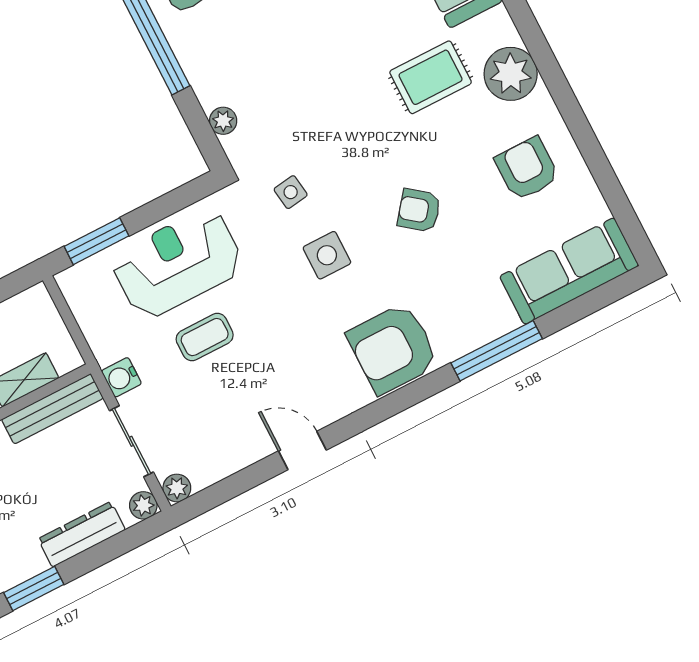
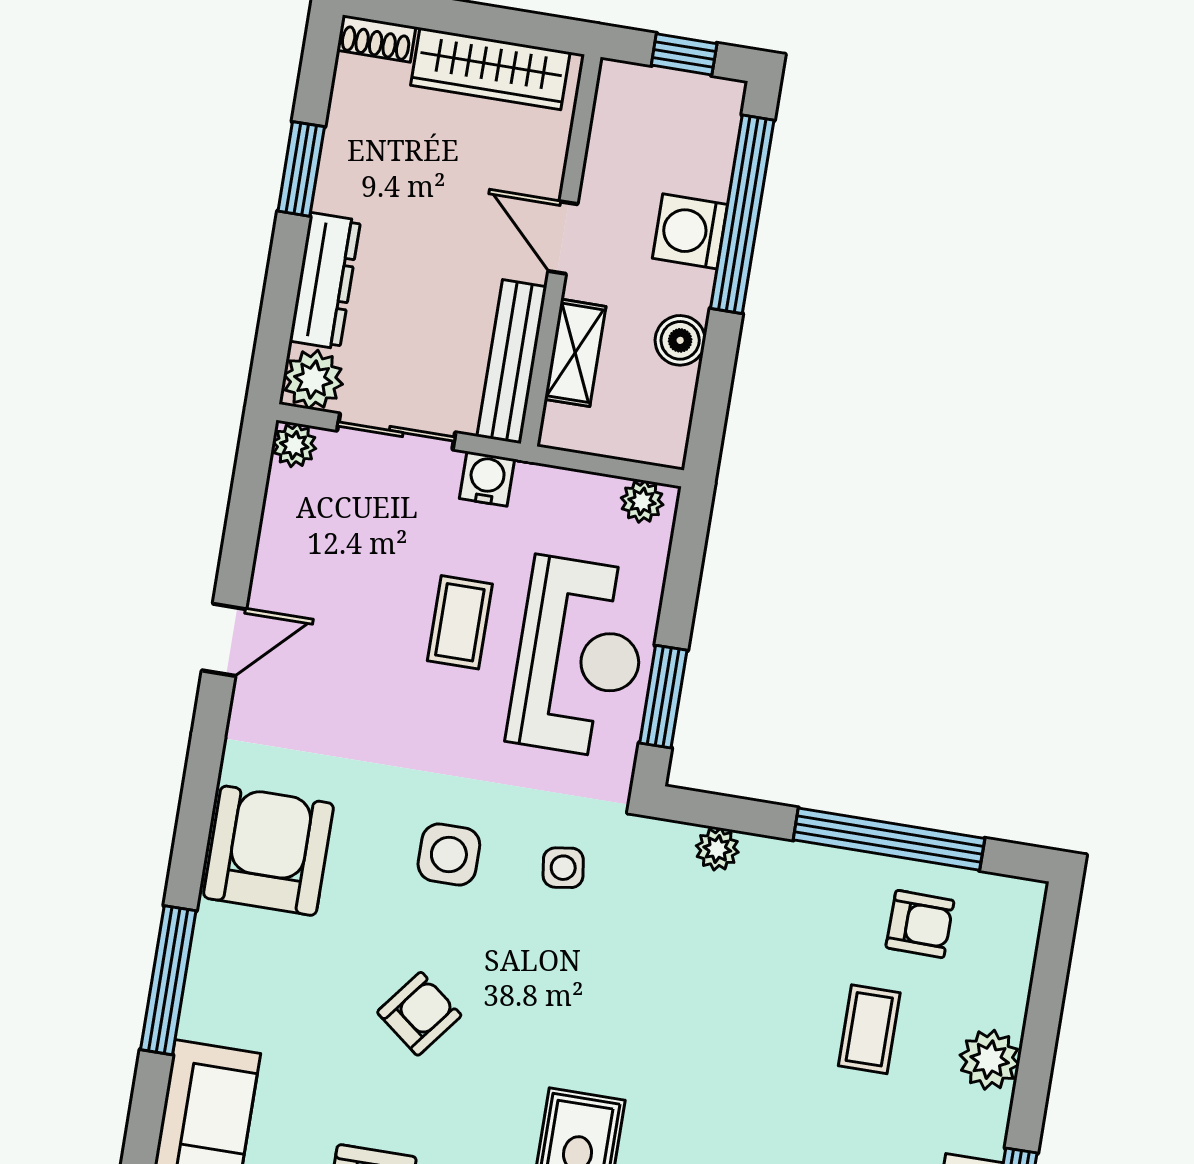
window: (97, 241) -> (663, 697), moved
plant: (75, 290) -> (642, 501), added
plant: (143, 505) -> (313, 380), width x1.38, depth x1.38

